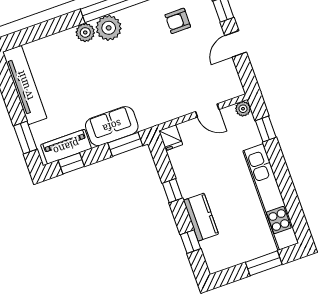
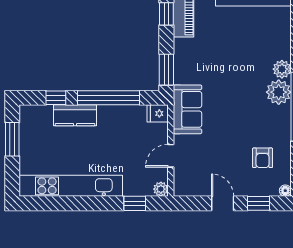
armchair: (178, 21) -> (263, 158), turned 180
sofa: (112, 126) -> (187, 109), moved
window: (172, 191) -> (109, 98), width x3.17
window: (264, 263) -> (12, 139), moved

